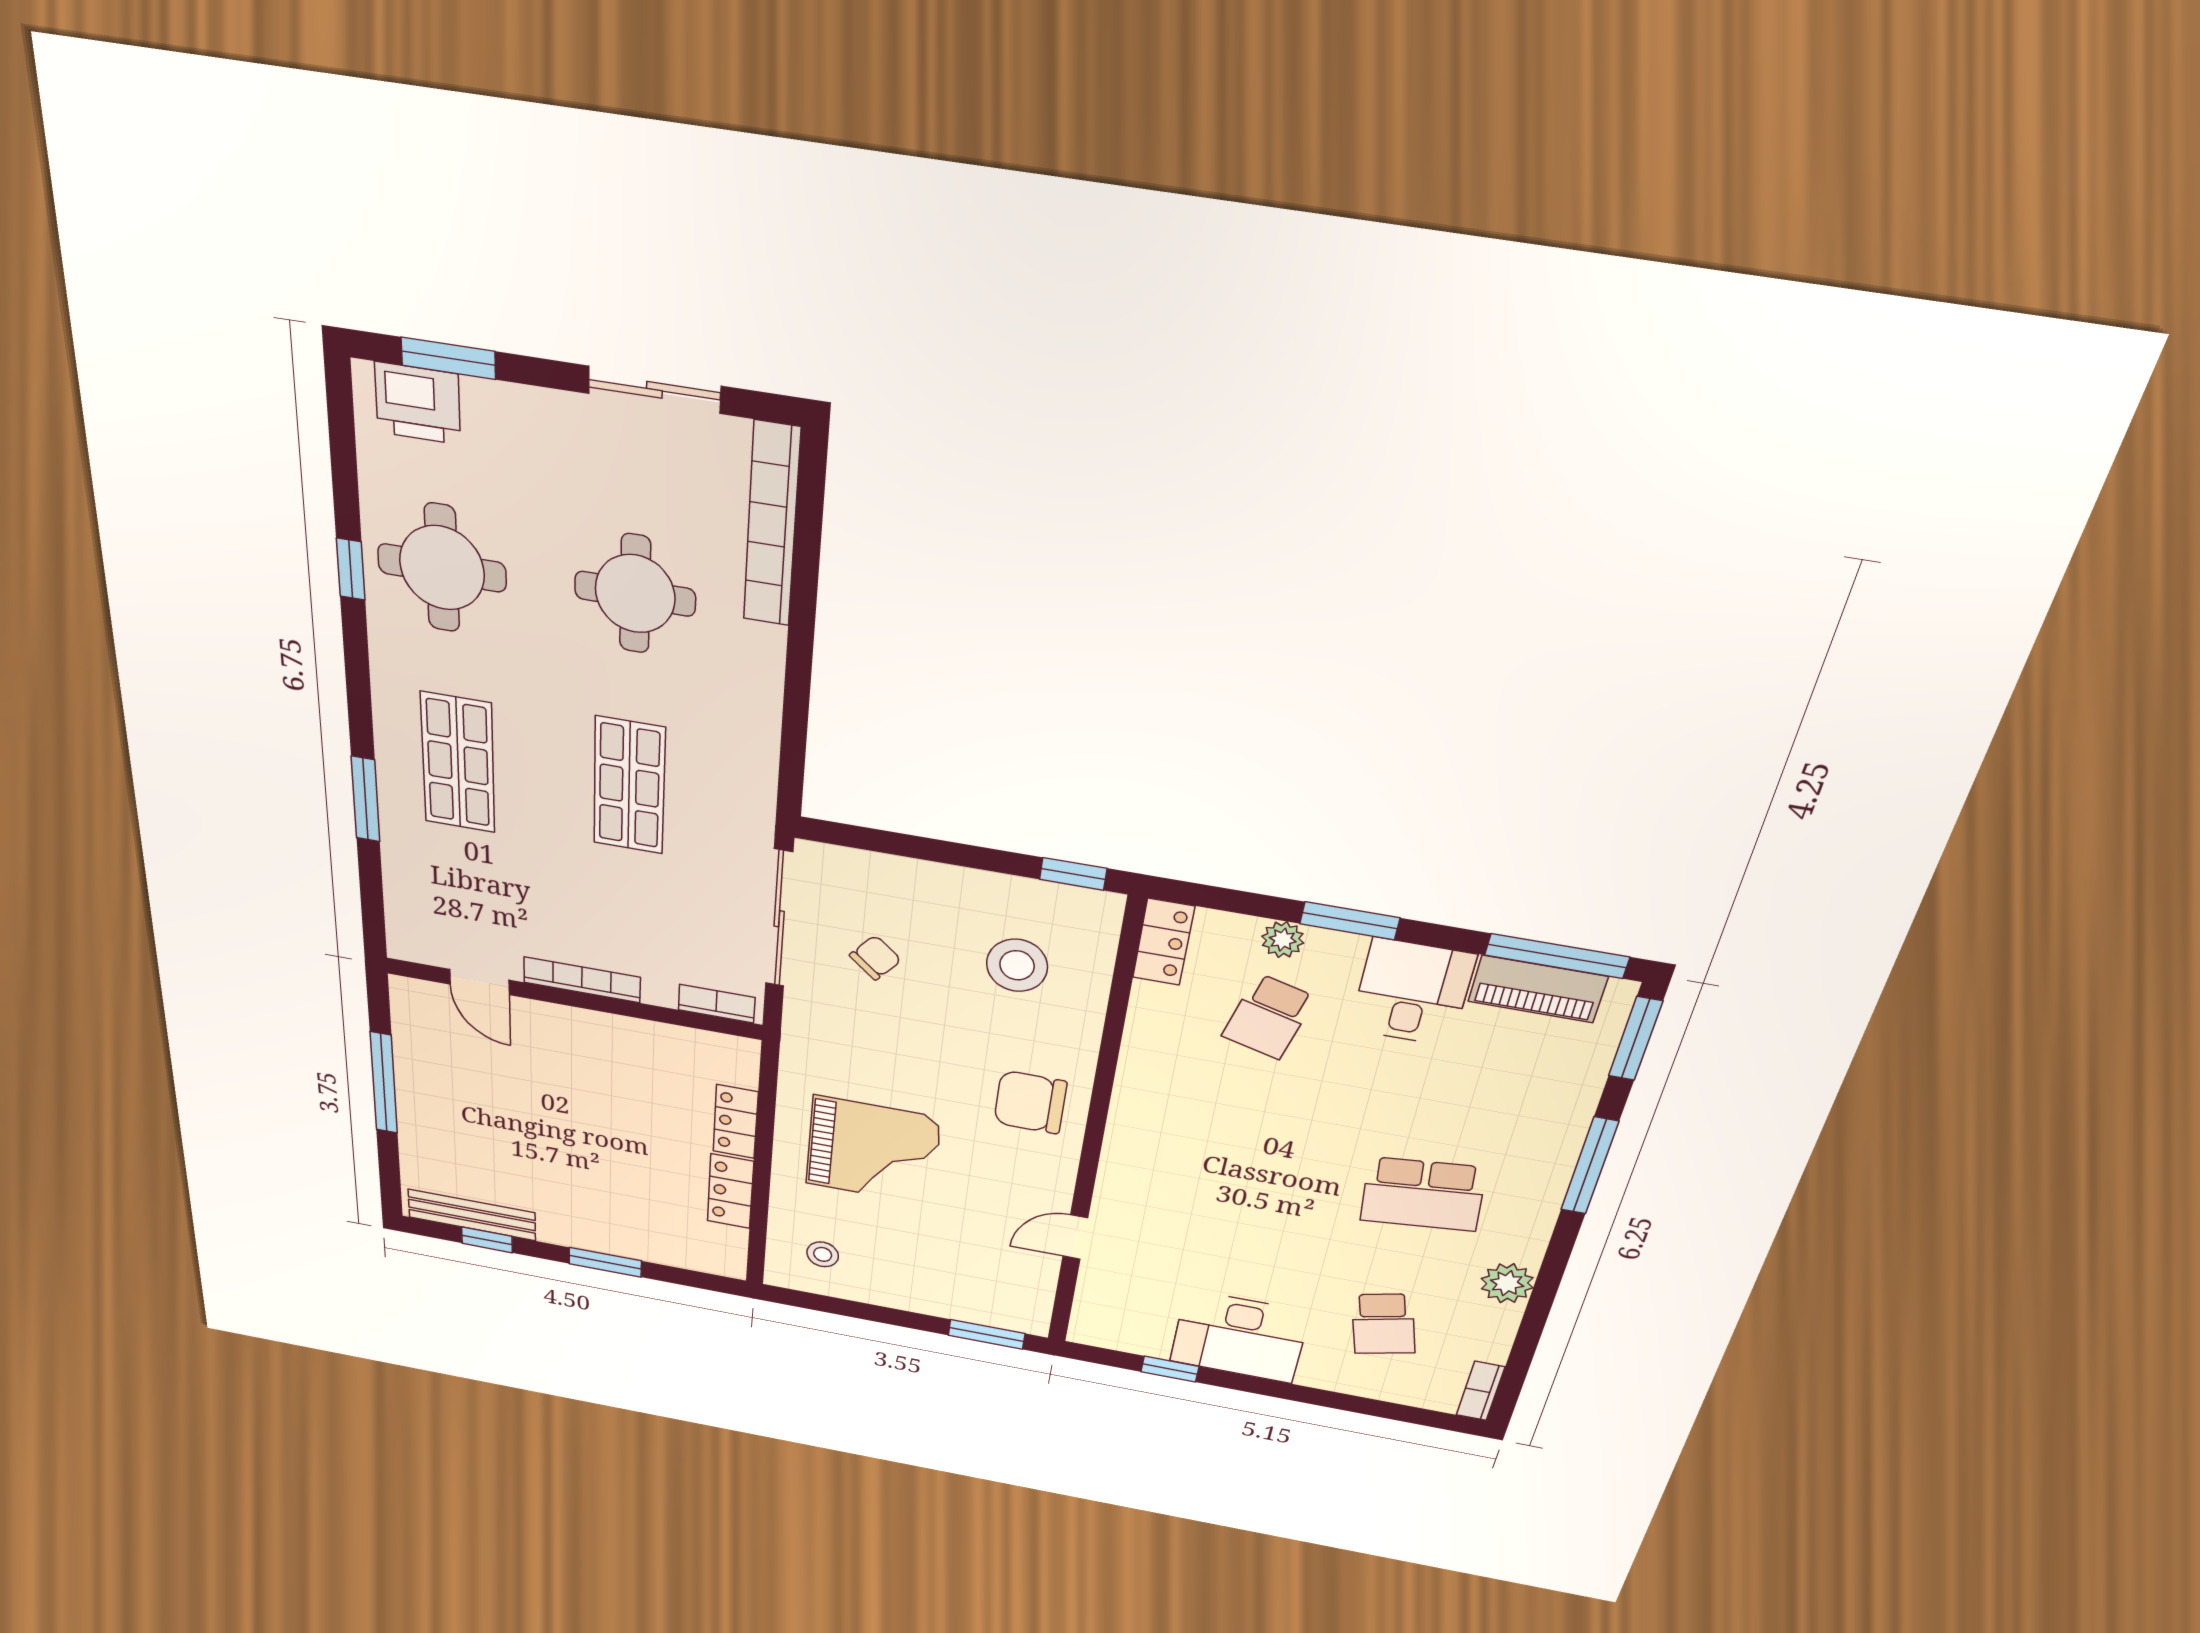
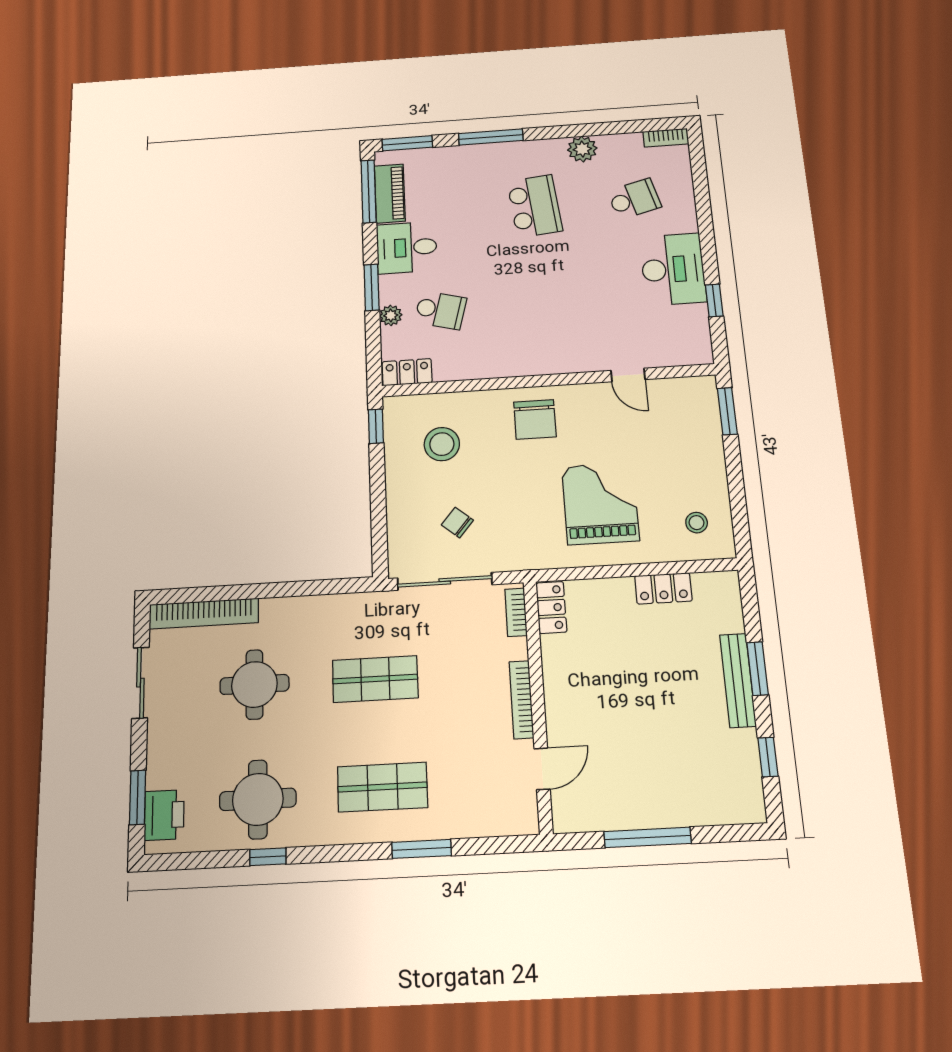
locker: (735, 1122) -> (551, 607), moved, turned -90
bench: (472, 1215) -> (738, 680), moved

